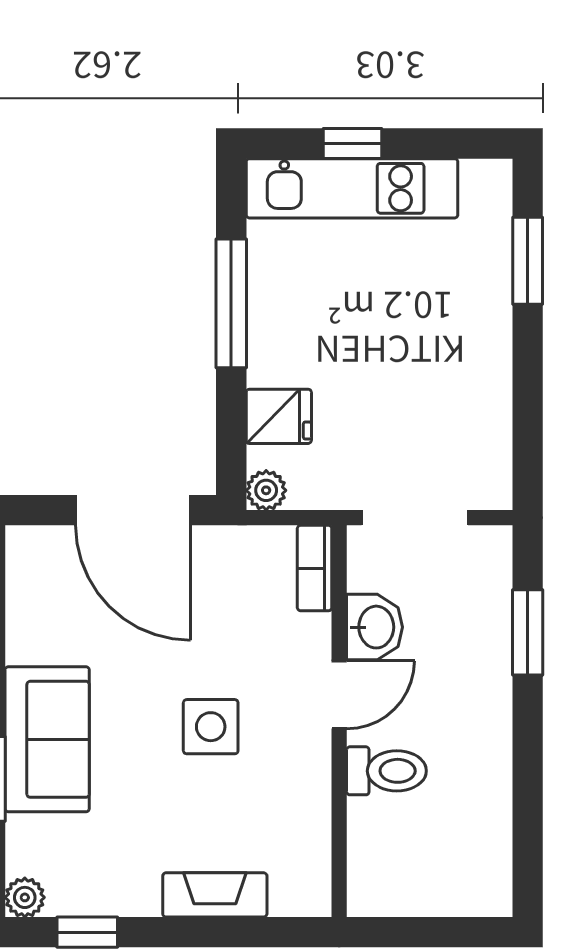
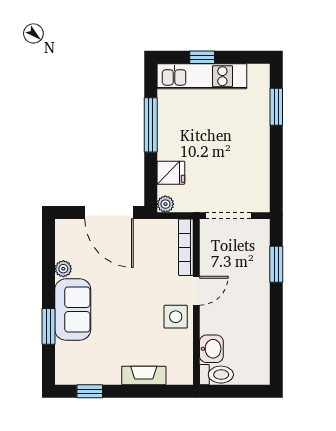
bookcase: (315, 568) -> (186, 247), width x1.56
washbasin: (375, 627) -> (211, 349), moved
side table: (211, 727) -> (176, 317), moved
toilet: (386, 771) -> (216, 375), moved
plant: (25, 897) -> (63, 269), moved

